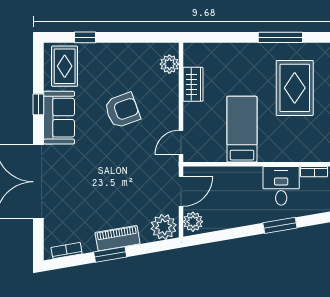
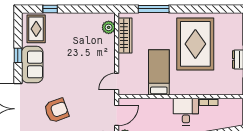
window: (280, 37) -> (154, 9), moved
wardrobe: (193, 84) -> (125, 35), width x1.50
rug: (295, 88) -> (195, 44), width x1.37, depth x1.44
armchair: (122, 110) -> (56, 110), moved

